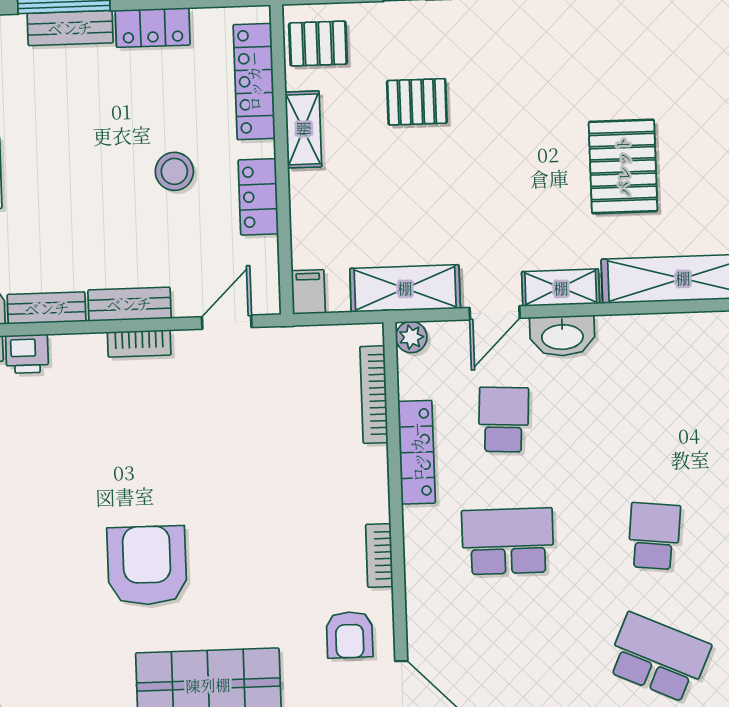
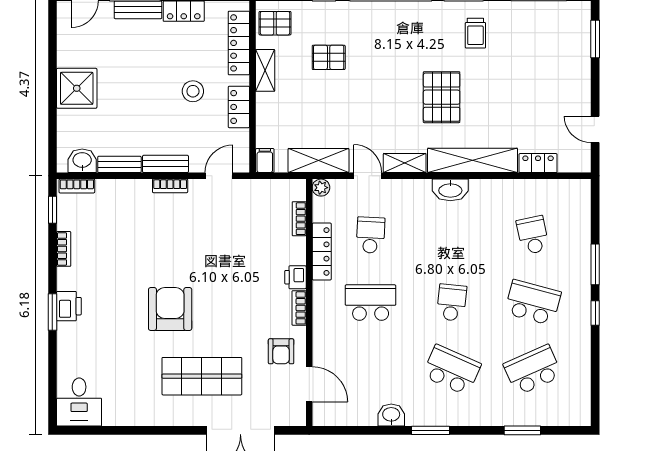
trolley: (680, 49) -> (475, 33), added
door: (495, 313) -> (368, 176), swing flipped
washbasin: (562, 336) -> (450, 190), moved
printer: (27, 354) -> (295, 277), moved, turned 90
bookcase: (374, 395) -> (299, 219), width x0.64

